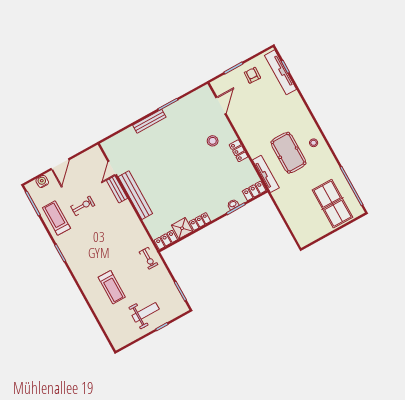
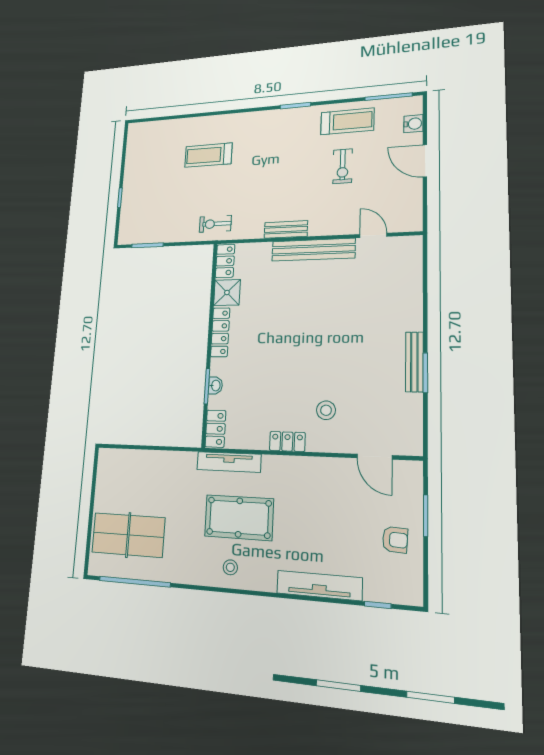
tv unit: (281, 72) -> (319, 585), moved
bench: (149, 121) -> (414, 362), moved
bench: (117, 189) -> (286, 229), moved
locker: (200, 221) -> (220, 332), width x1.53
weight bench: (146, 312) -> (150, 185), removed

